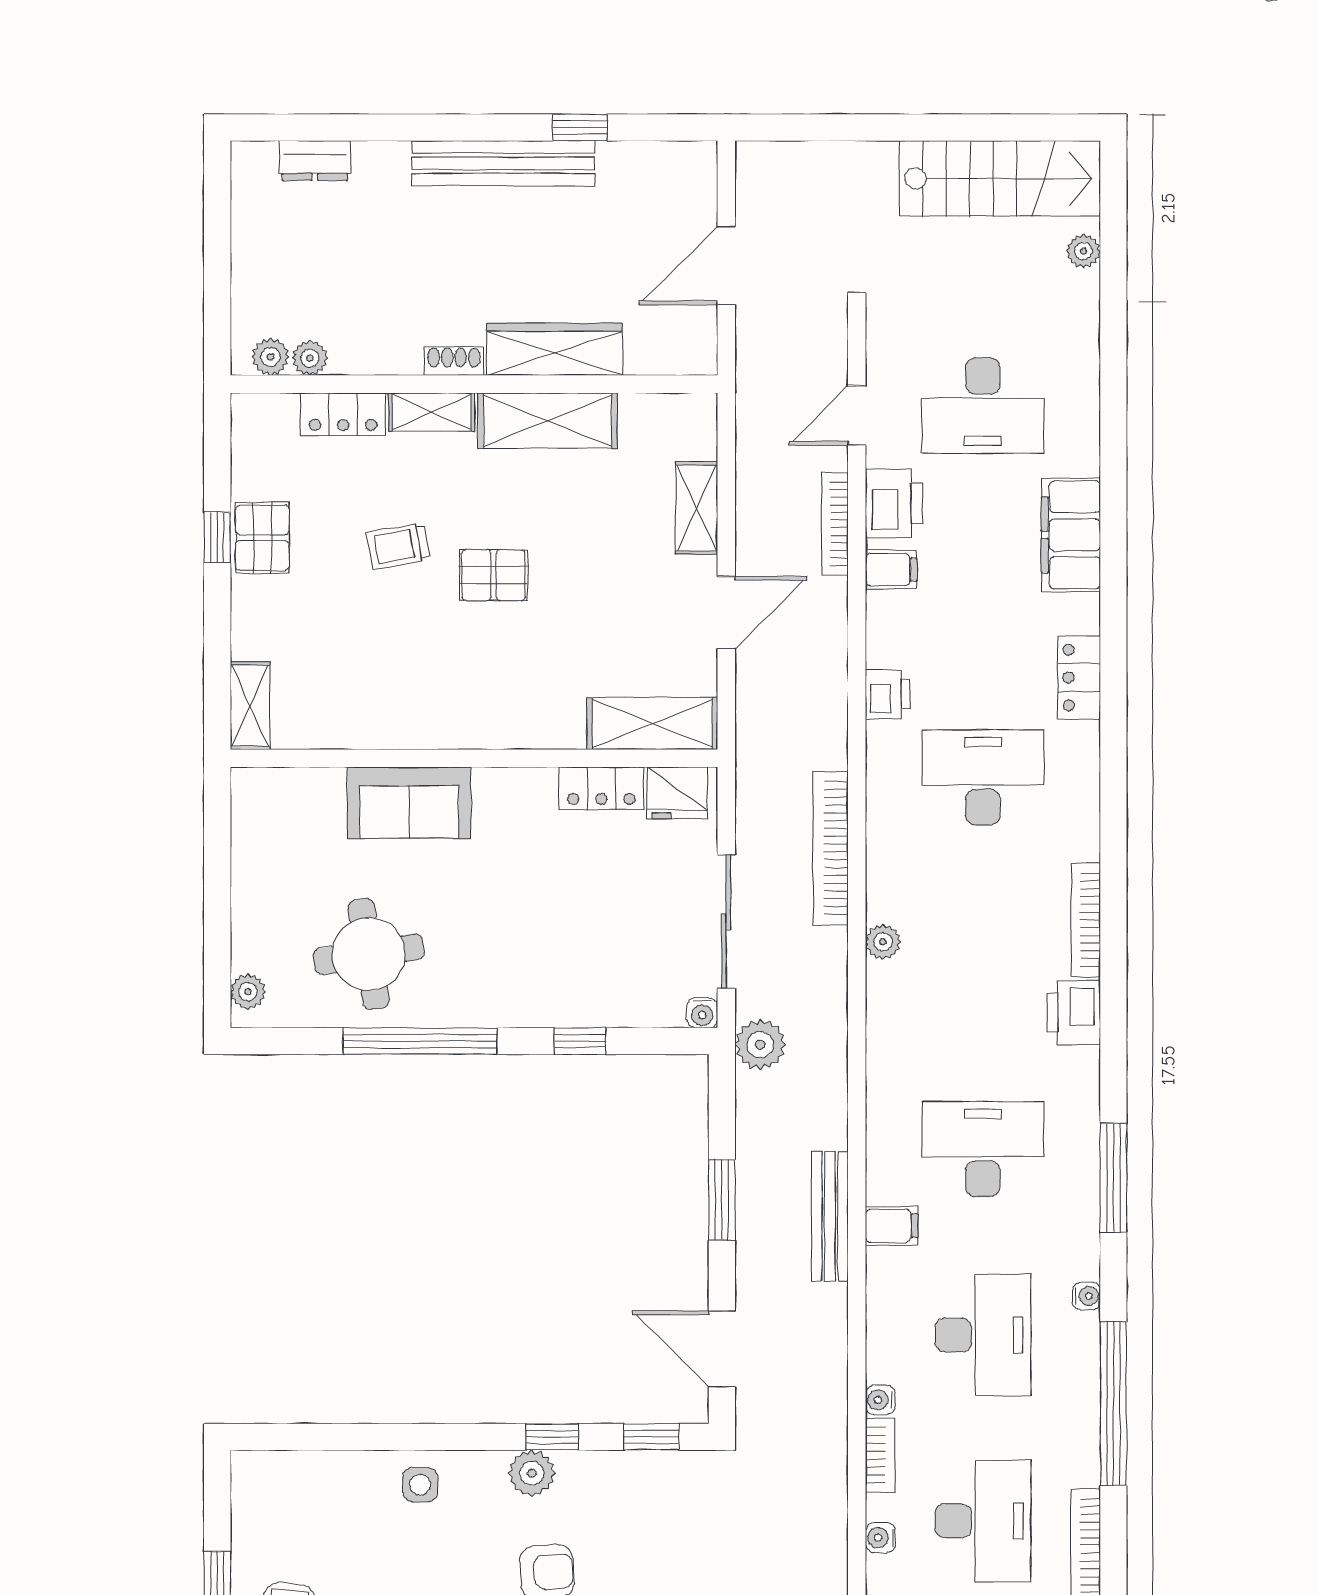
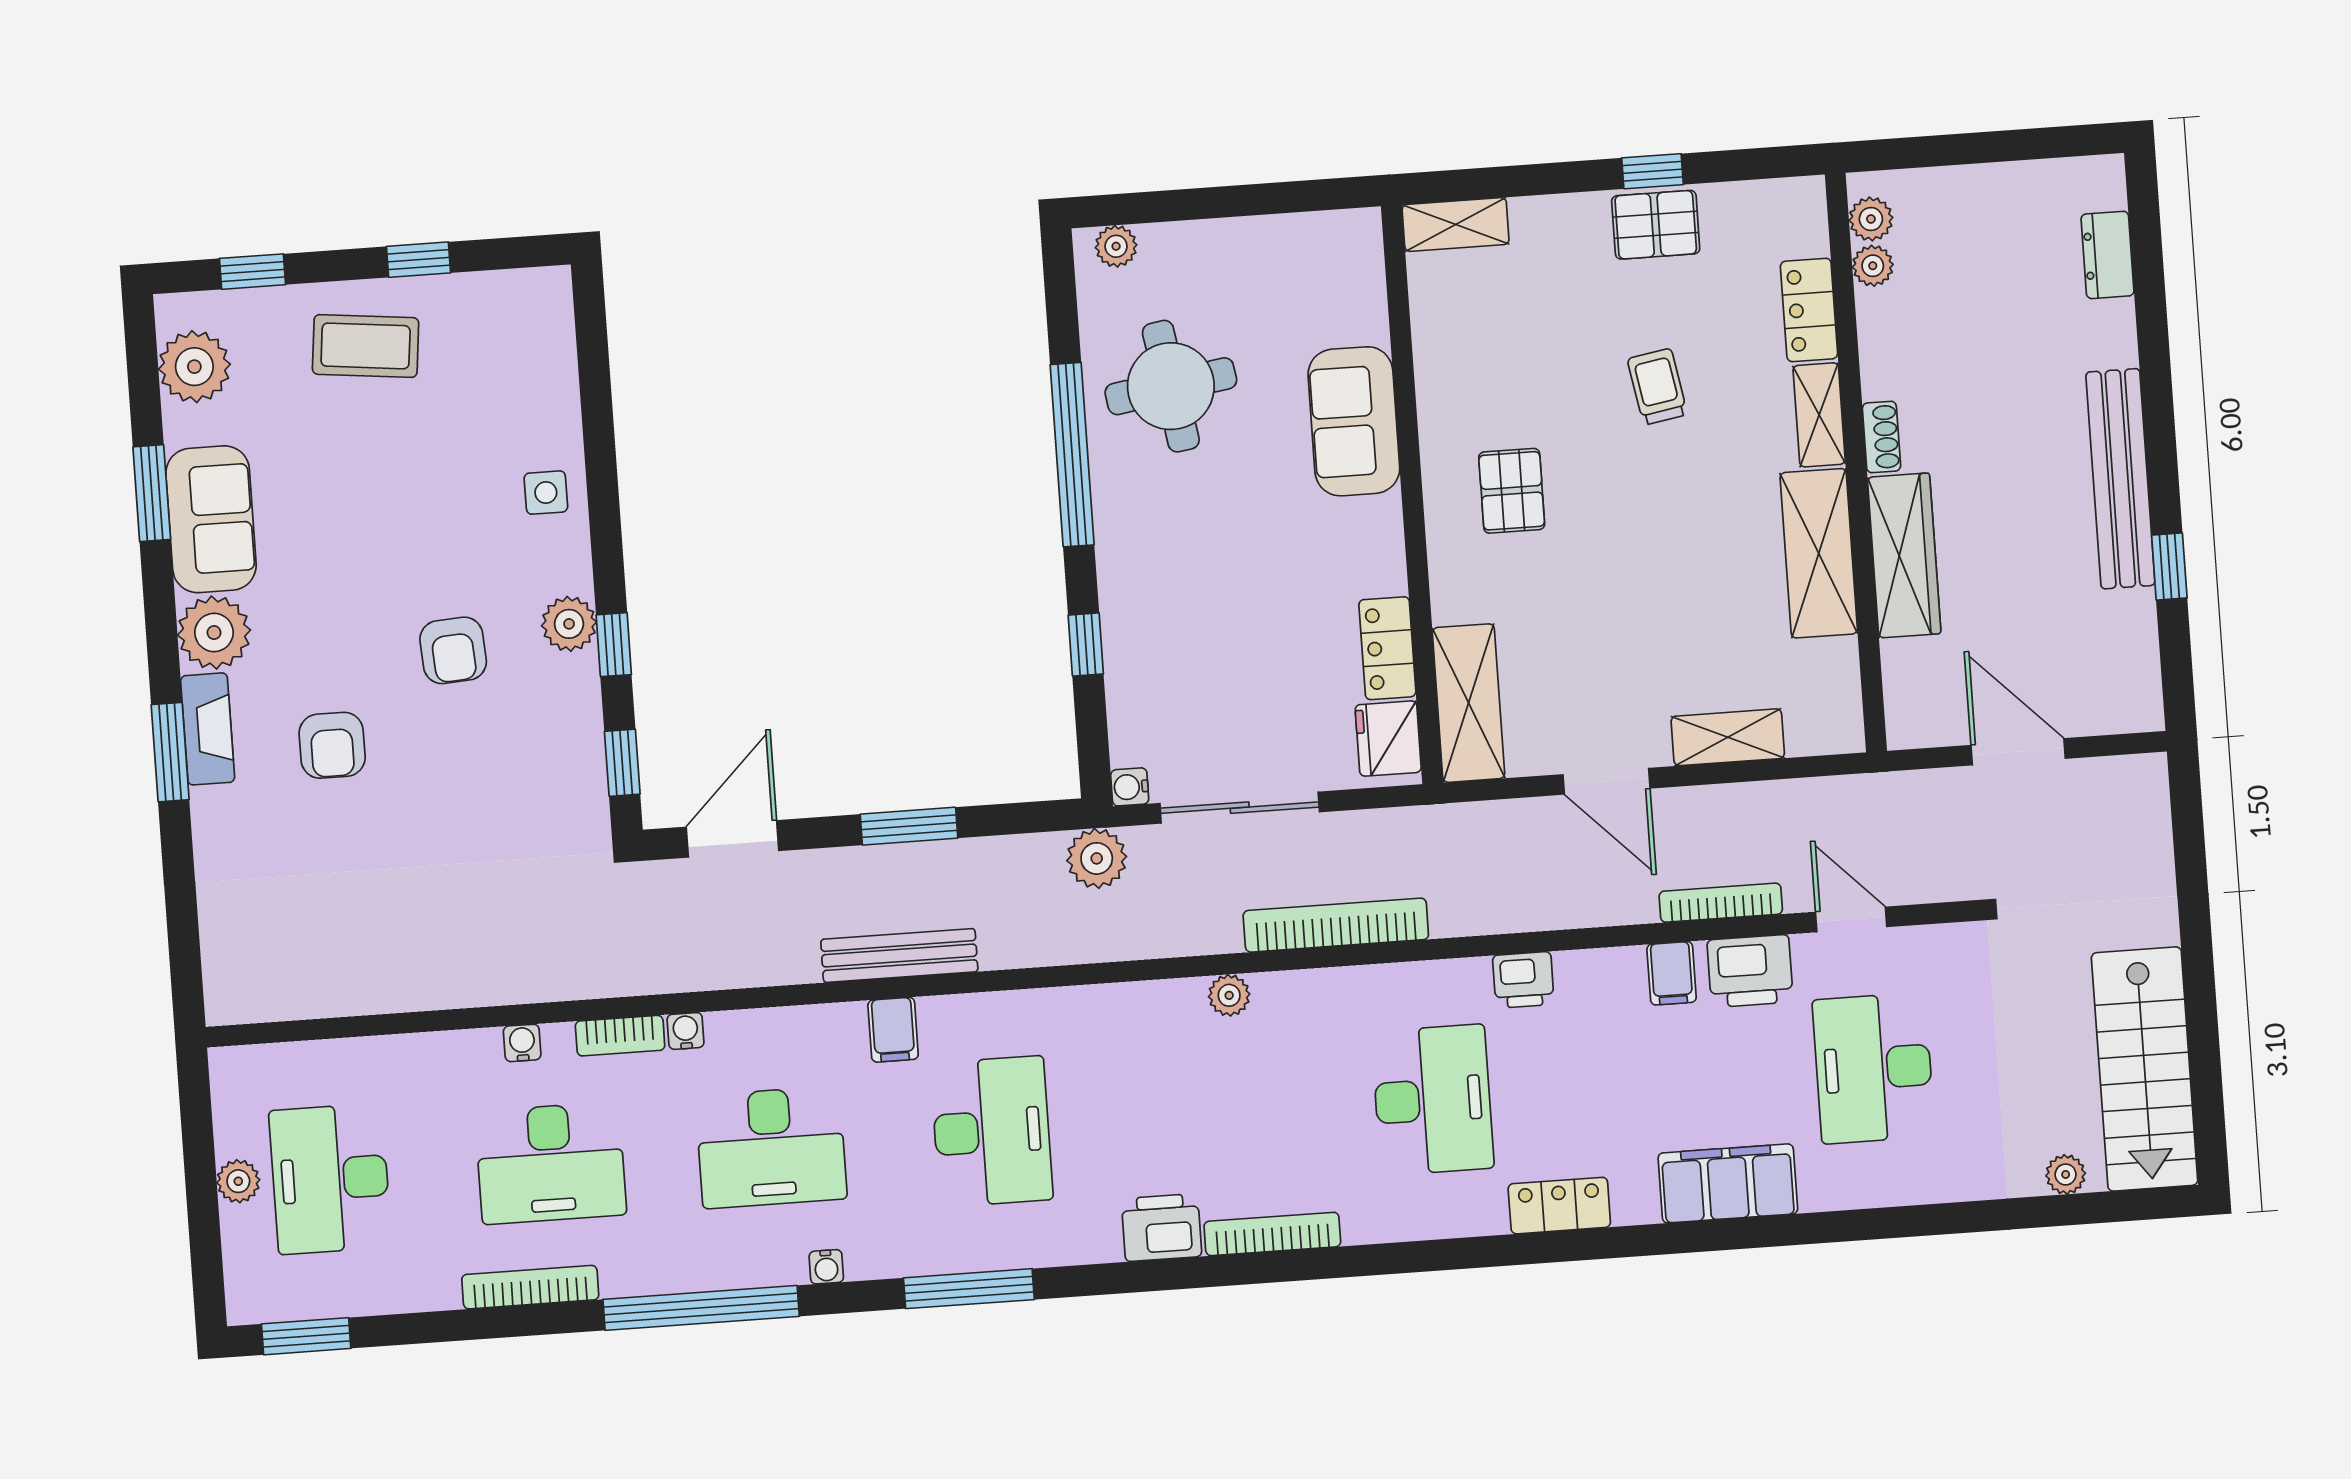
pallet: (493, 575) -> (1512, 491), moved

